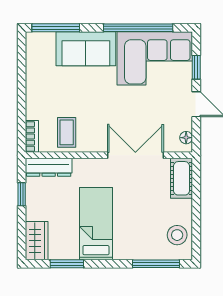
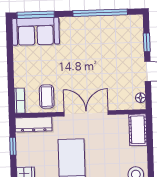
sofa: (86, 49) -> (36, 31), moved
corner sofa: (155, 58) -> (114, 36), removed
double door: (135, 155) -> (86, 113), moved

